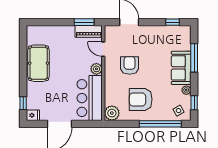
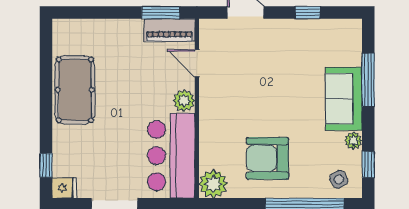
window: (172, 22) -> (307, 13), moved
armchair: (130, 65) -> (246, 94), removed

